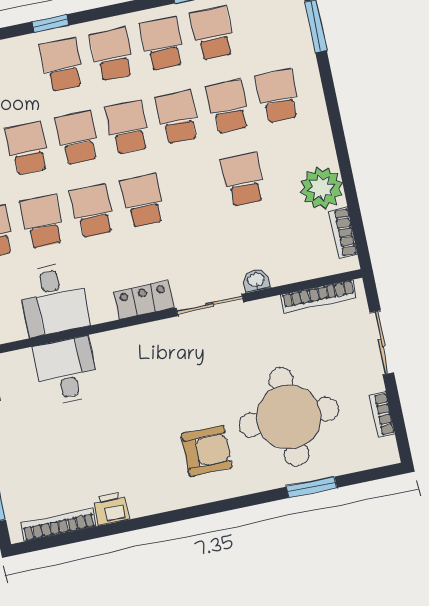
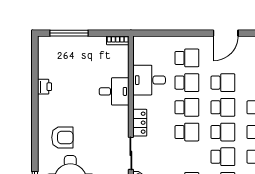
desk: (66, 371) -> (114, 91), moved
armchair: (207, 451) -> (62, 137), turned -90
bookcase: (59, 525) -> (42, 60), removed

